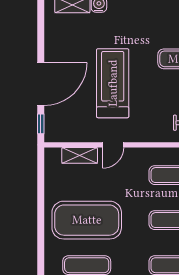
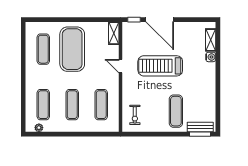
treadmill: (113, 83) -> (160, 66), turned 180
shelving: (80, 155) -> (114, 33), moved

